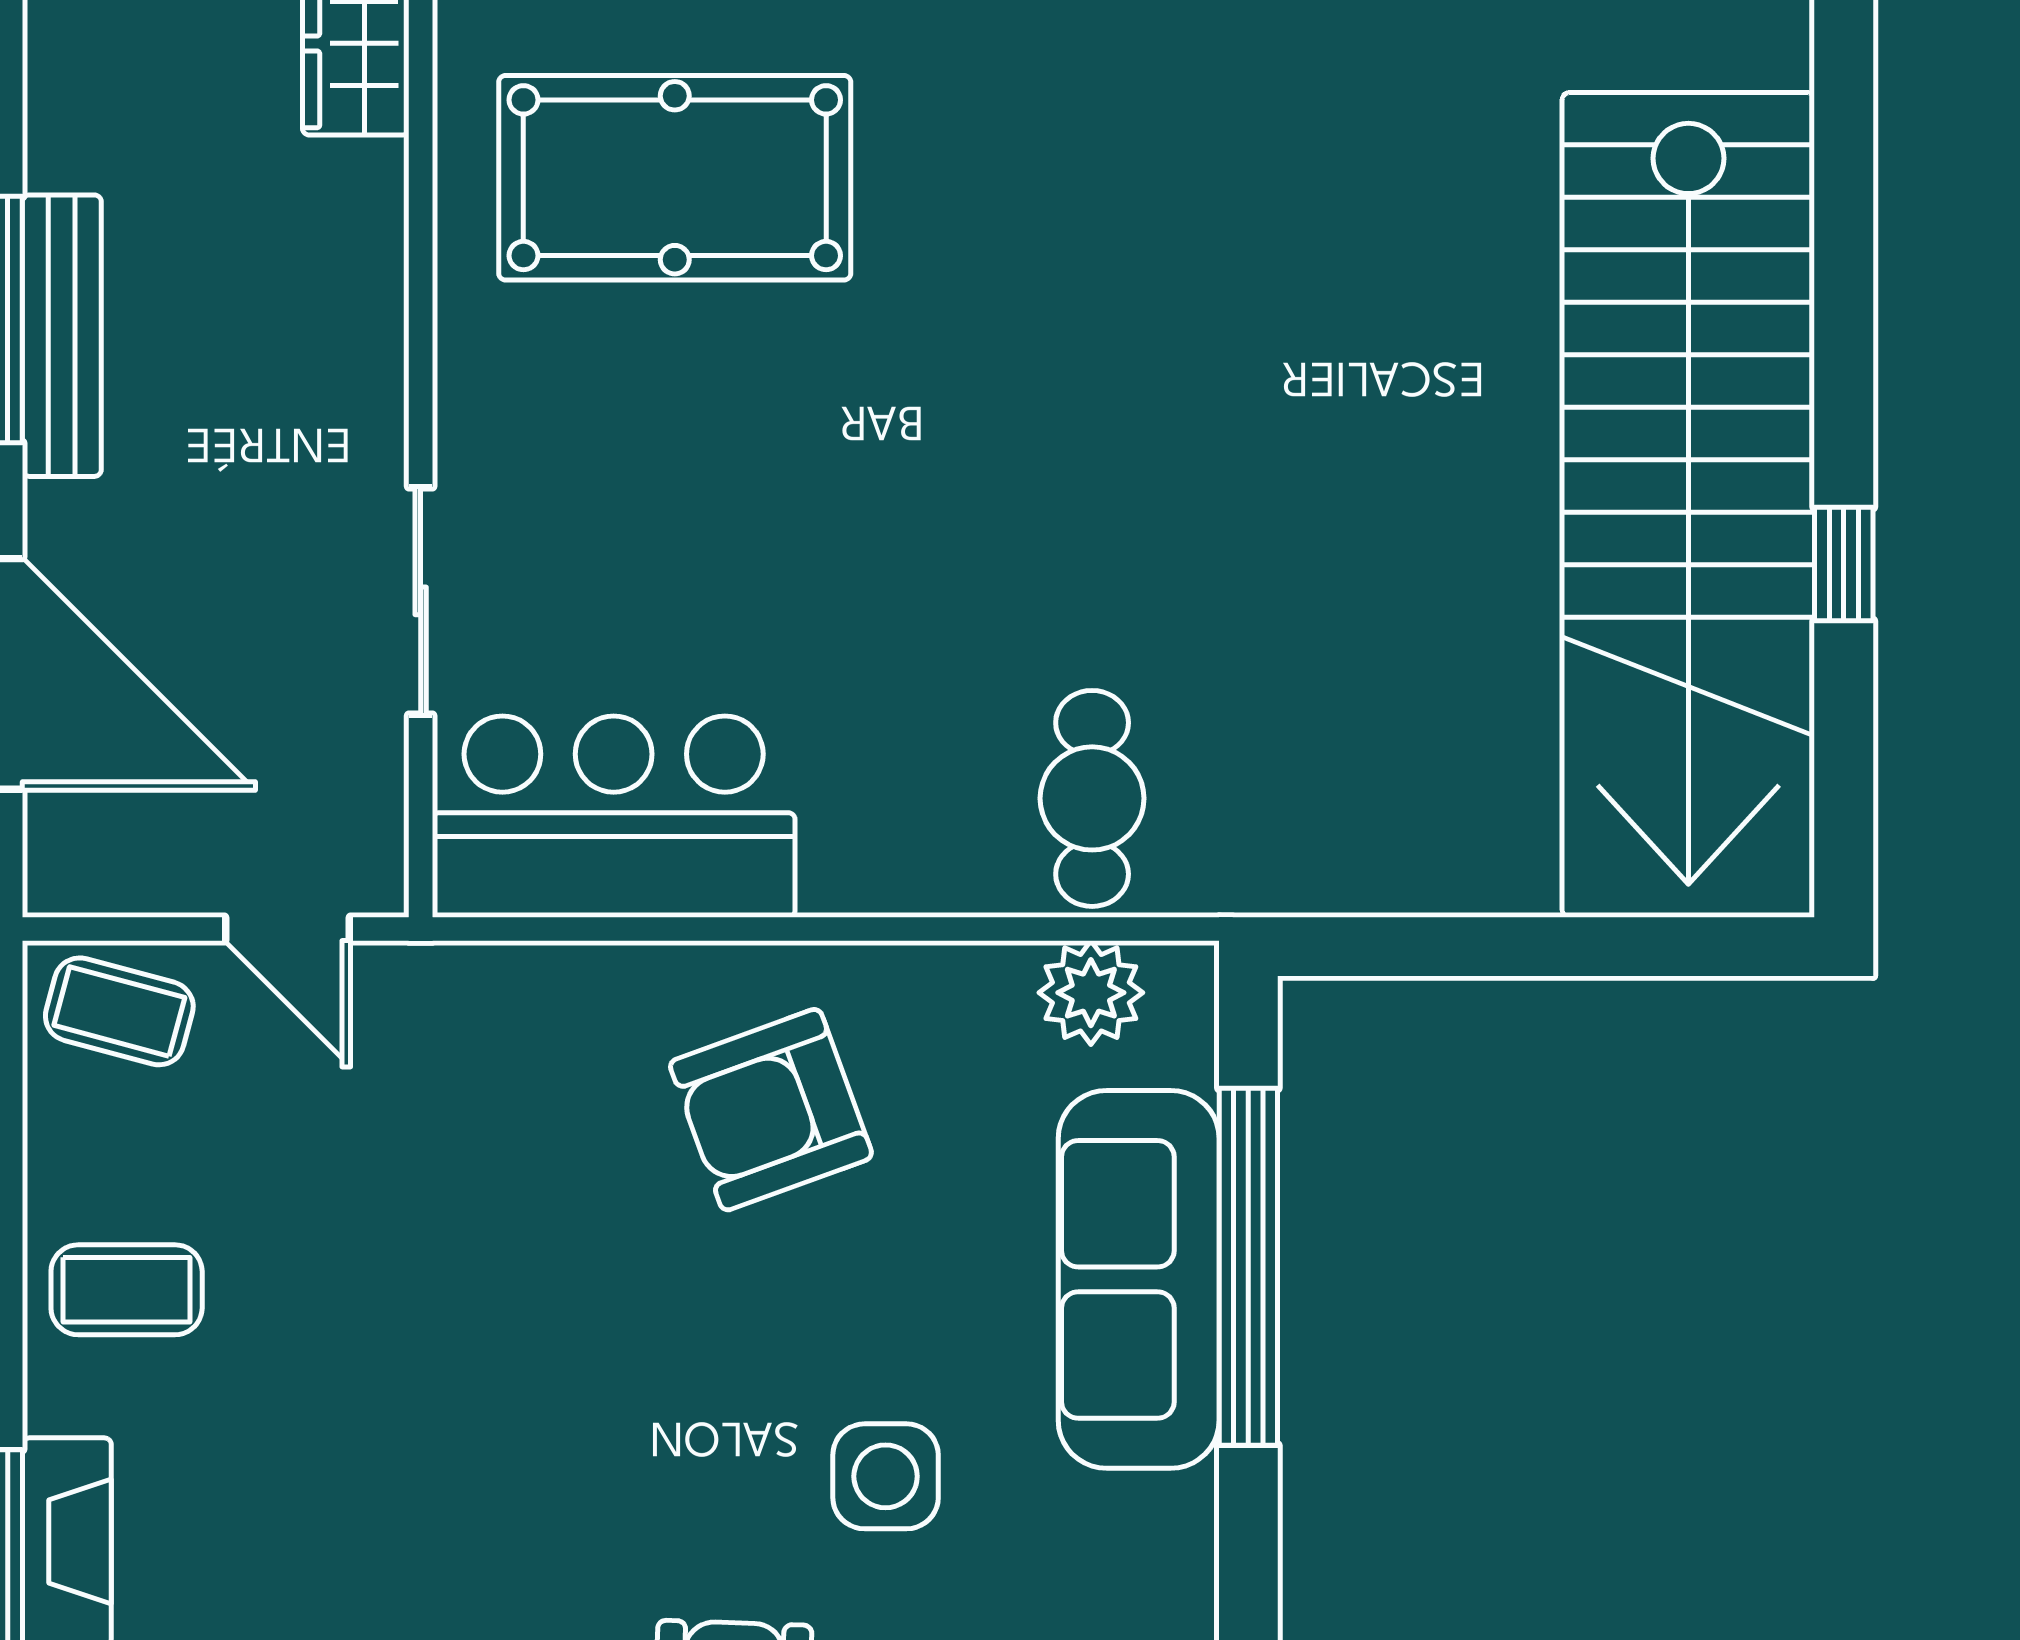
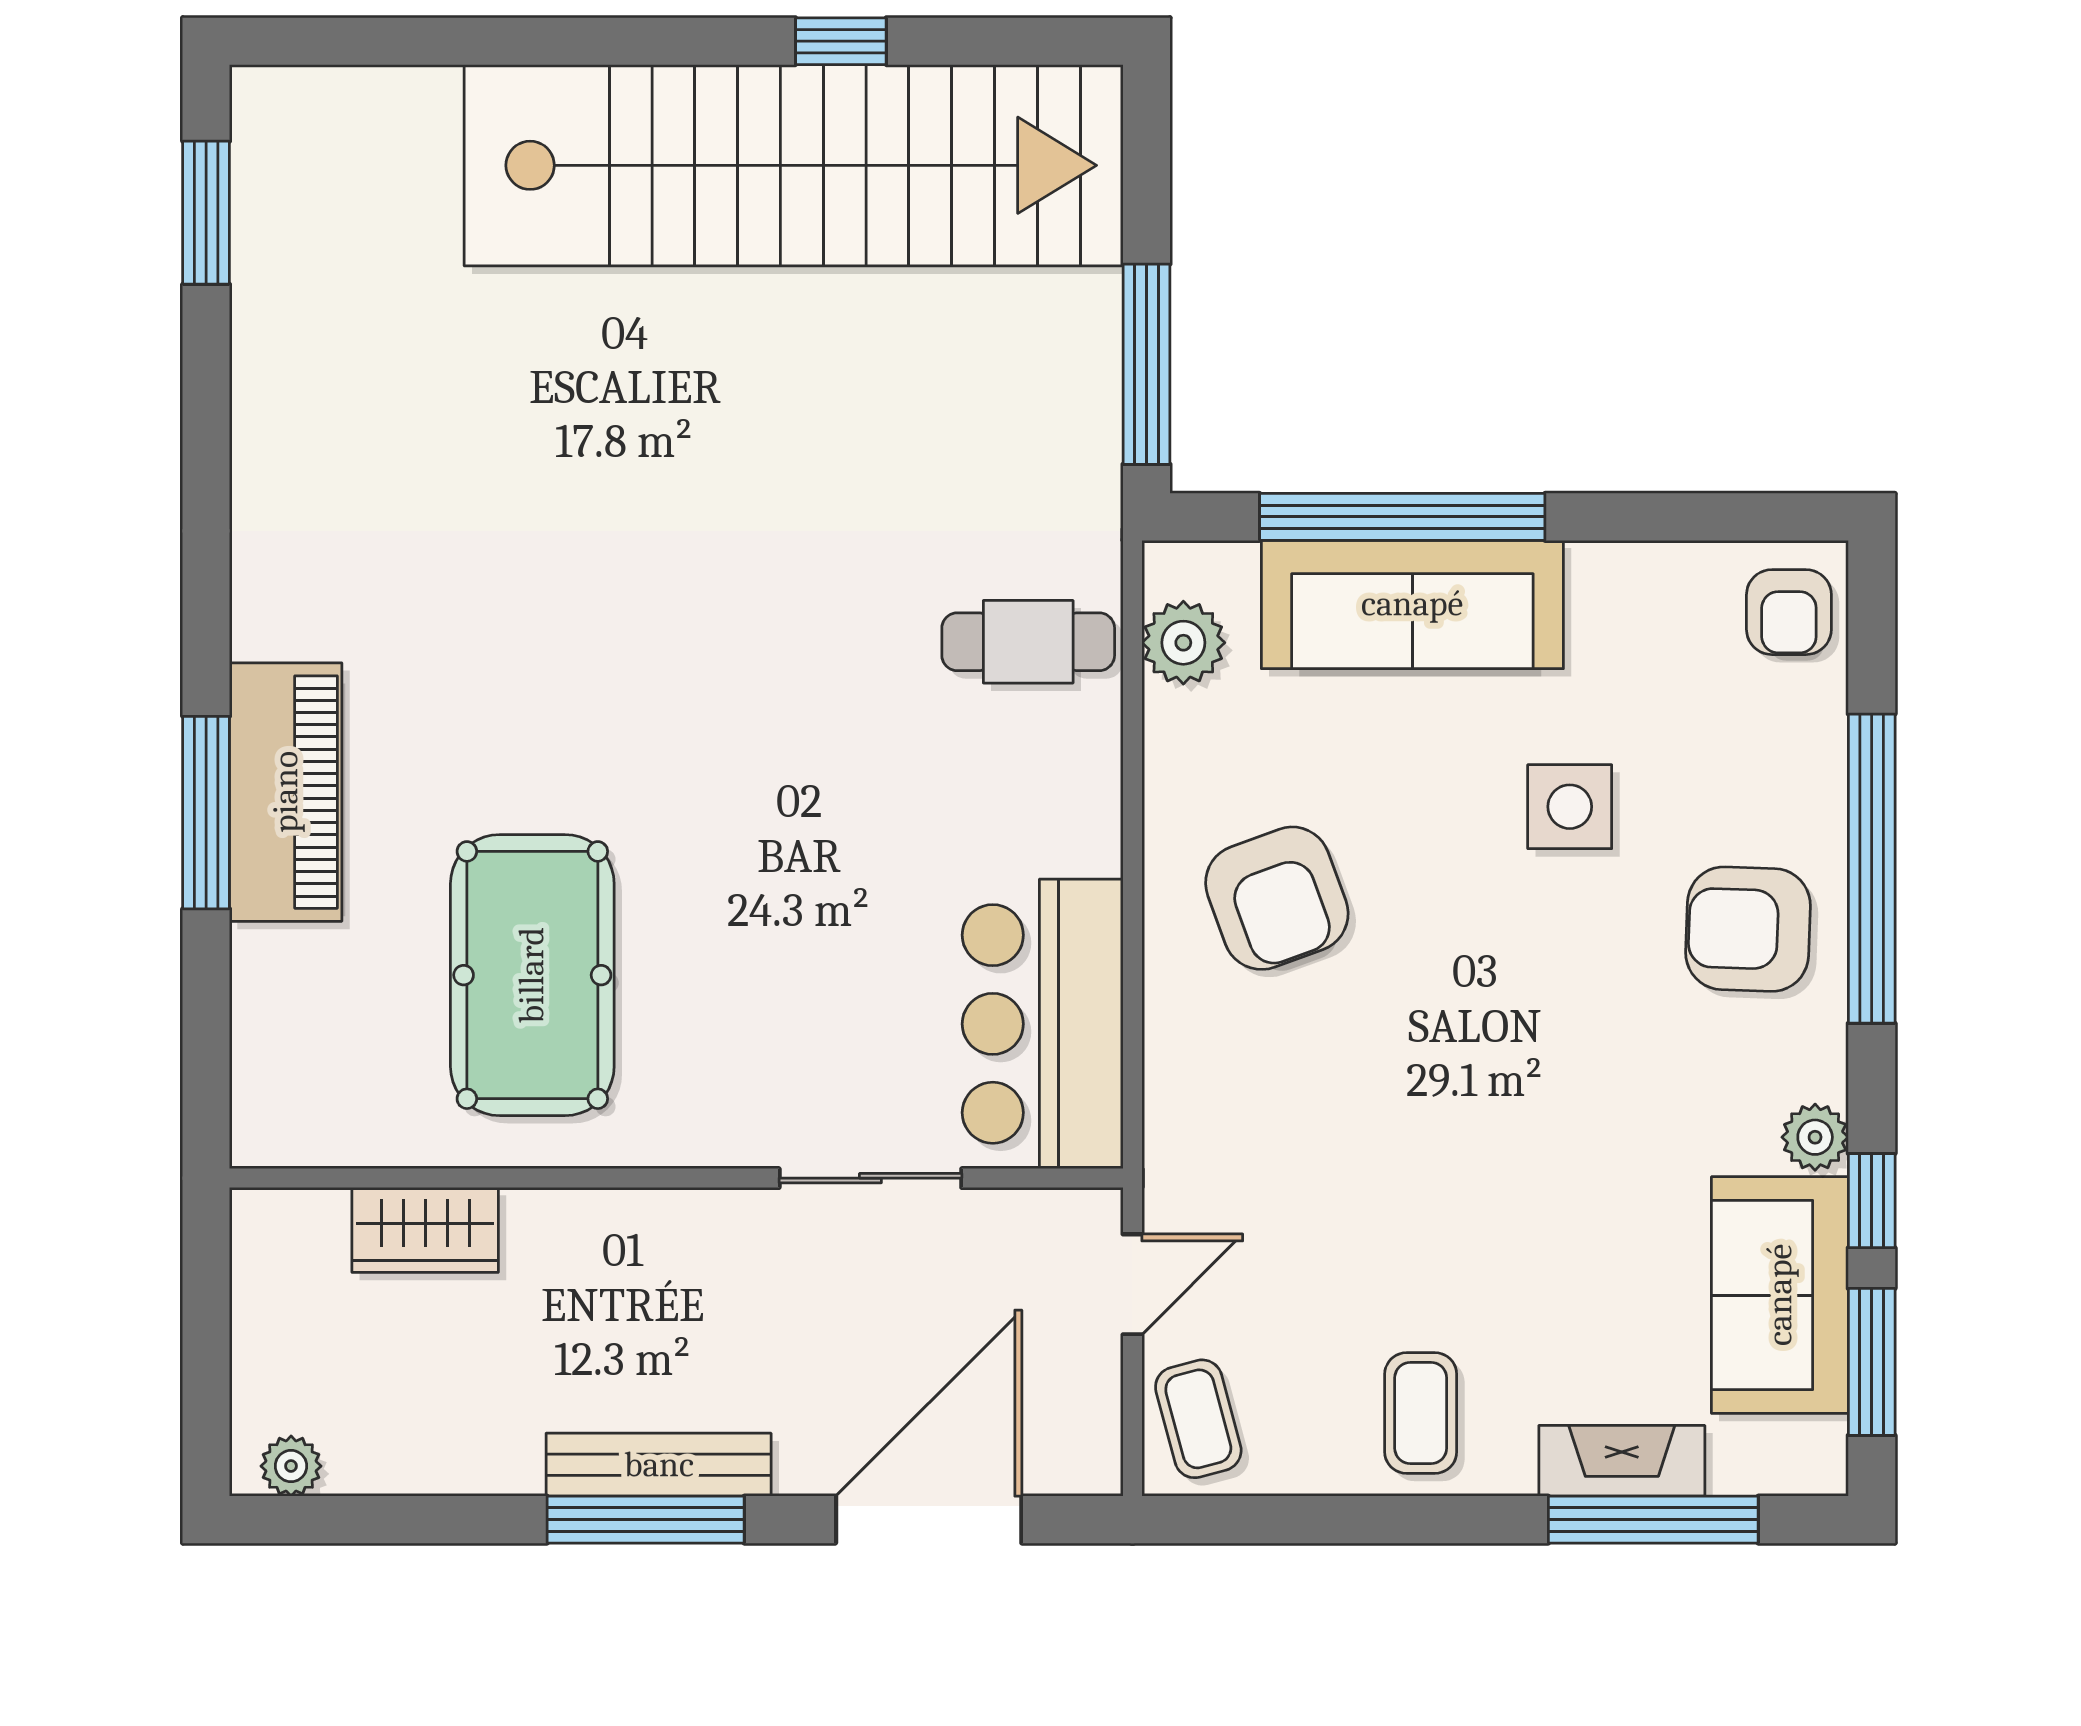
window: (1440, 947) -> (1146, 364), added
coffee table: (119, 1011) -> (1198, 1419), turned -30

